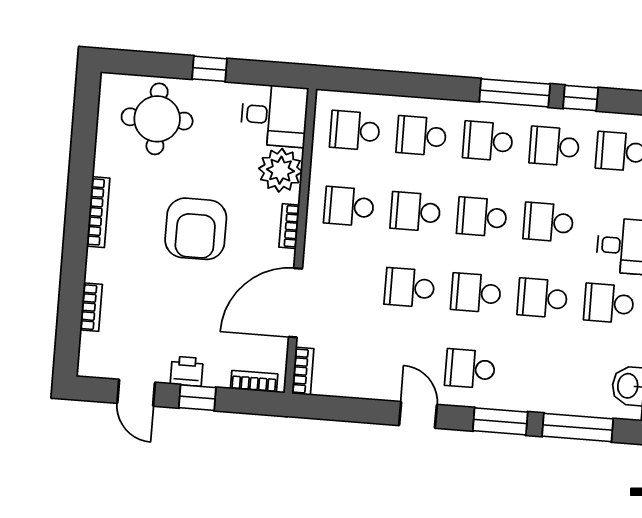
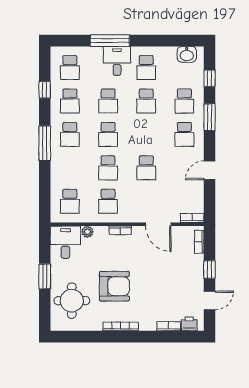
window: (209, 69) -> (45, 276), width x1.50
window: (515, 93) -> (45, 143), moved
school desk: (421, 136) -> (70, 168), removed
plant: (280, 170) -> (87, 232), width x0.53, depth x0.53
armchair: (196, 229) -> (114, 286), moved
school desk: (476, 293) -> (184, 101), moved
door: (295, 303) -> (158, 224), width x0.73
printer: (187, 371) -> (189, 324), moved, turned 90
door: (418, 415) -> (210, 170), moved
window: (578, 428) -> (210, 78), width x0.46

